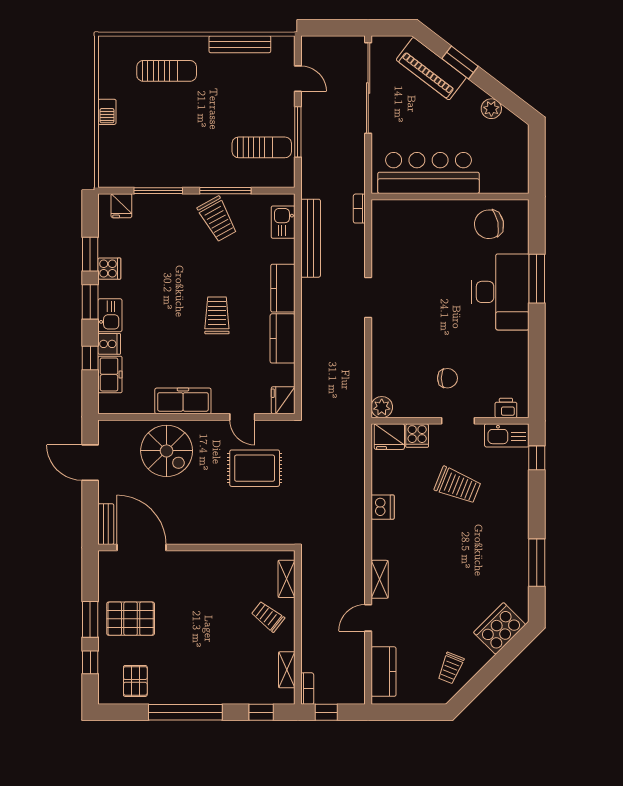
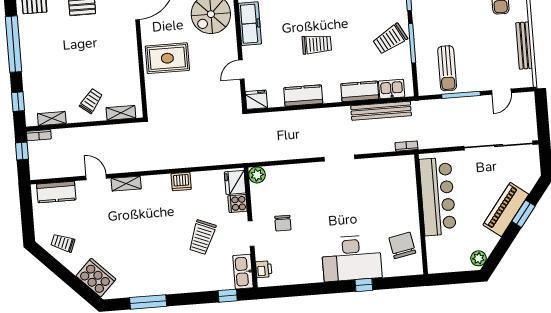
piano: (431, 69) -> (506, 210), moved
plant: (491, 109) -> (479, 258), moved
window: (537, 279) -> (364, 285), width x0.46
kitchen counter: (283, 288) -> (360, 91), moved
rug: (255, 468) -> (167, 58), moved, turned 90

